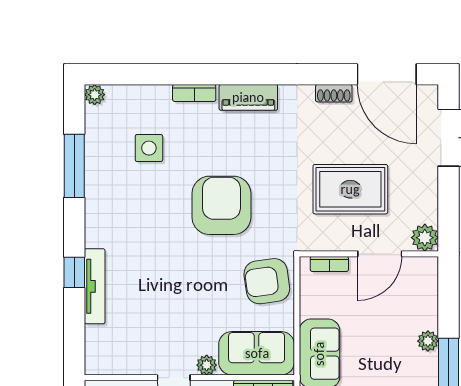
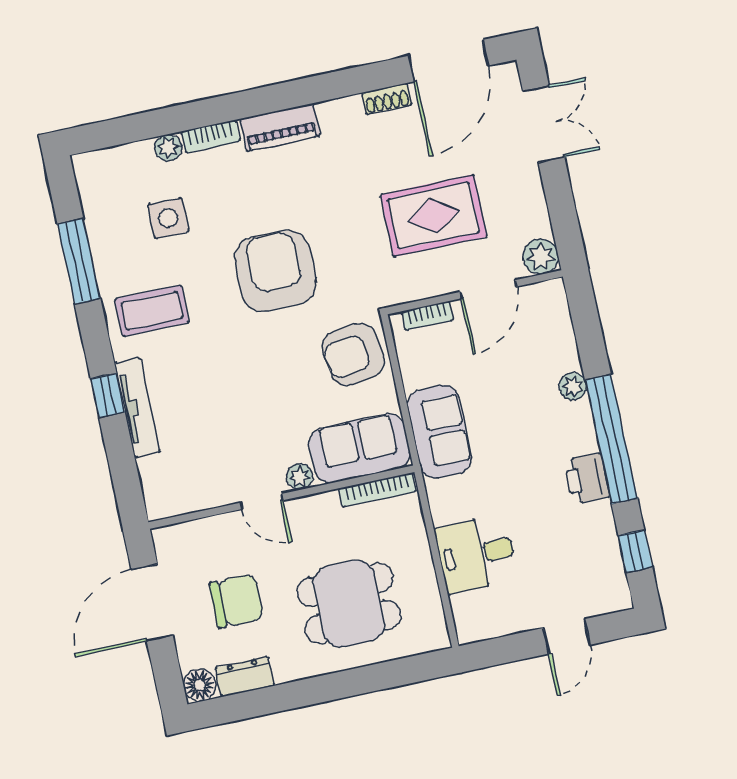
door: (387, 74) -> (449, 61), hinge flipped
plant: (95, 95) -> (168, 148), moved
coffee table: (122, 215) -> (152, 311), added

